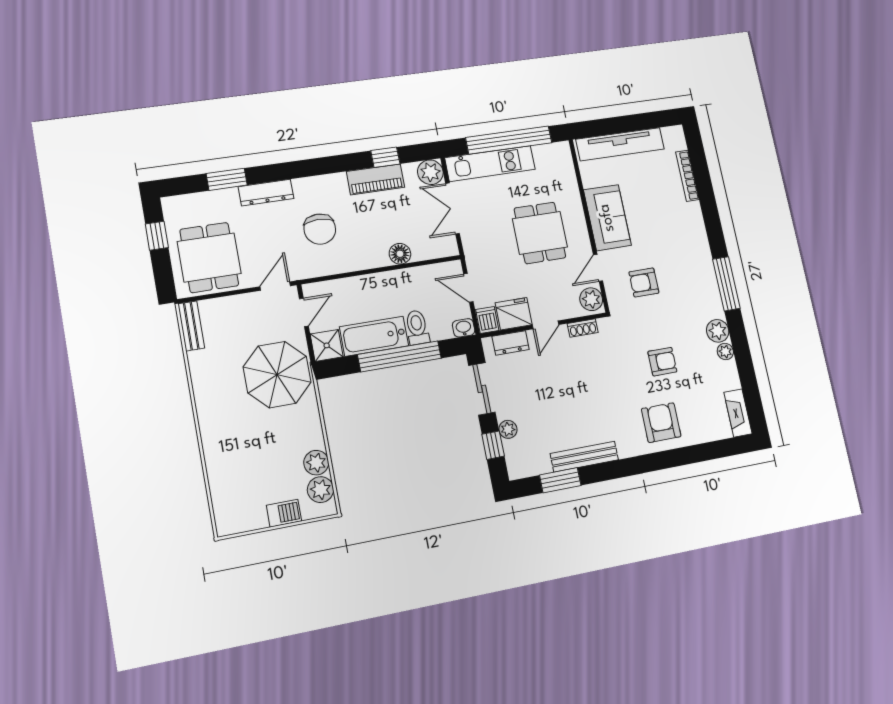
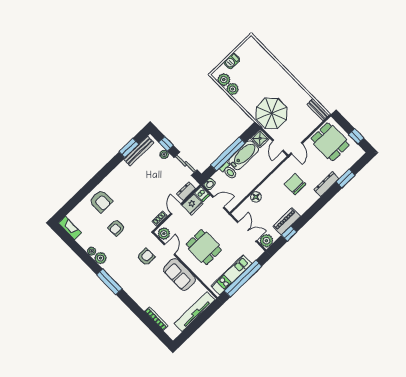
kitchen unit: (490, 164) -> (232, 275), moved
bench: (584, 457) -> (139, 151), moved

